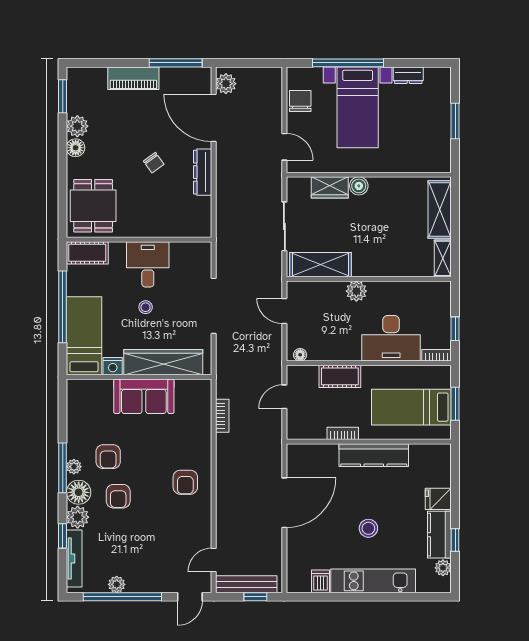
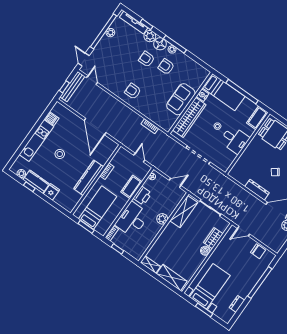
bed with nightstands: (358, 107) -> (210, 286), moved, turned 90
printer: (342, 349) -> (142, 196), added

